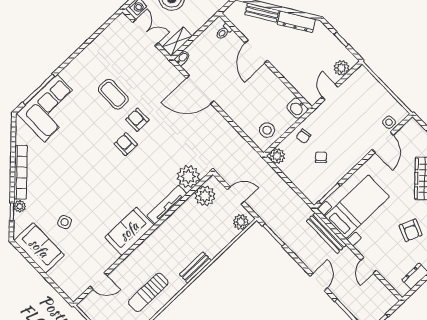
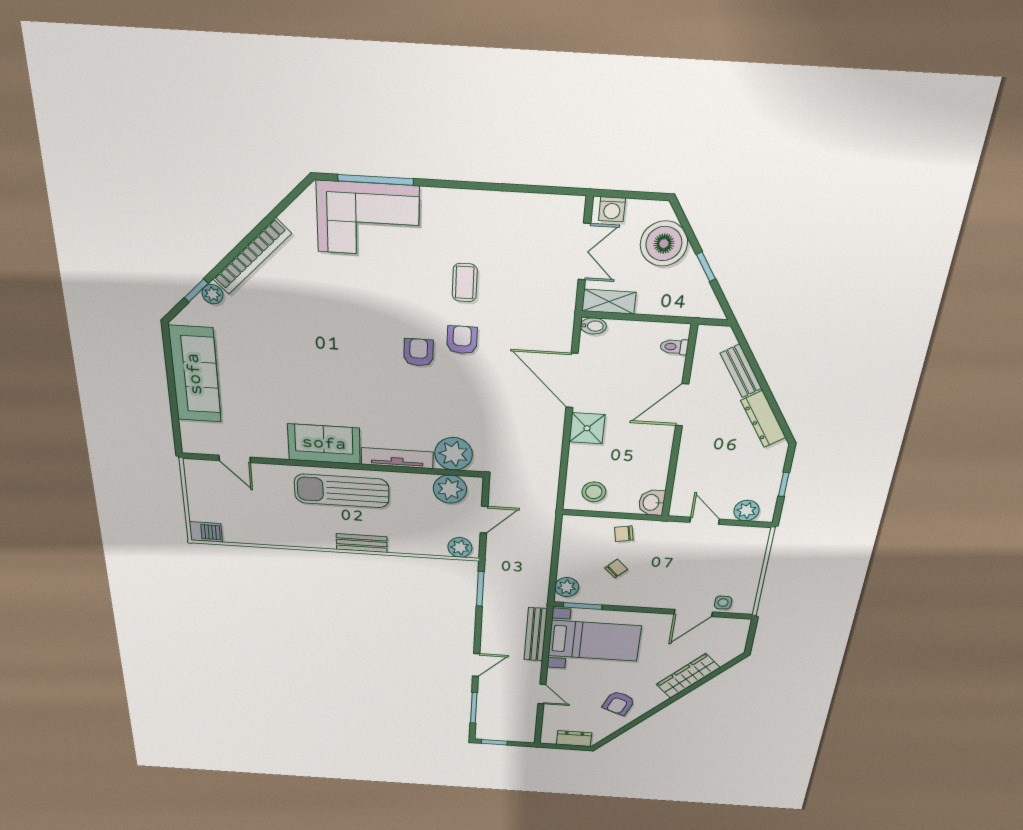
door: (330, 92) -> (705, 521), hinge flipped
coffee table: (113, 94) -> (465, 283), width x0.73, depth x0.77
shower: (230, 104) -> (587, 428), added
plant: (277, 156) -> (567, 587), moved
door: (236, 196) -> (484, 520), hinge flipped
side table: (65, 222) -> (254, 364), removed
sofa: (39, 248) -> (195, 374), width x1.36
door: (369, 265) -> (542, 694), swing flipped
sun lounger: (148, 292) -> (342, 491), moved, width x1.36, depth x1.34

